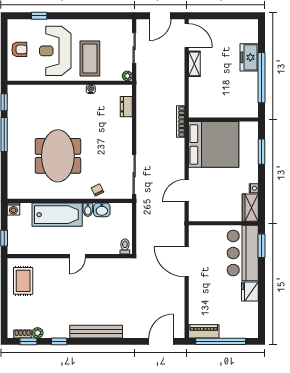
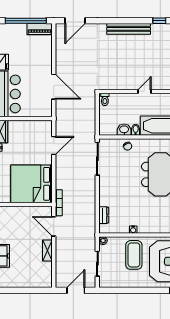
door: (187, 35) -> (54, 226), moved

